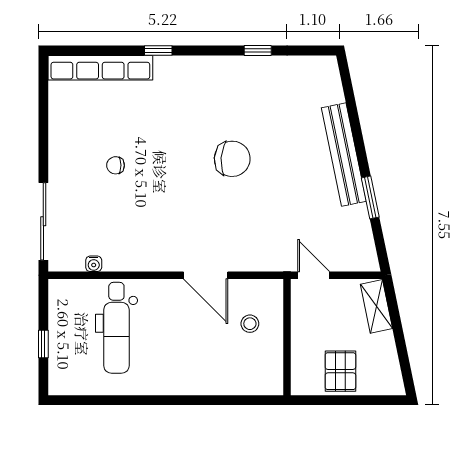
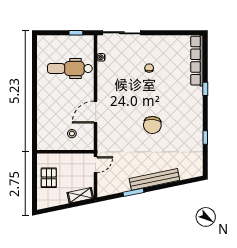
window: (43, 344) -> (76, 33), moved
pallet: (340, 371) -> (49, 178), turned 90

